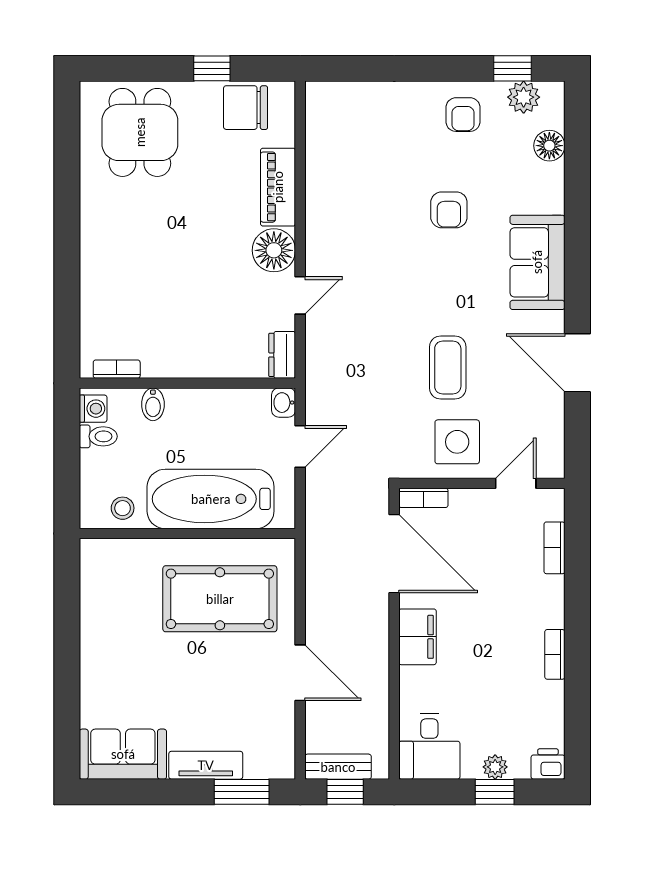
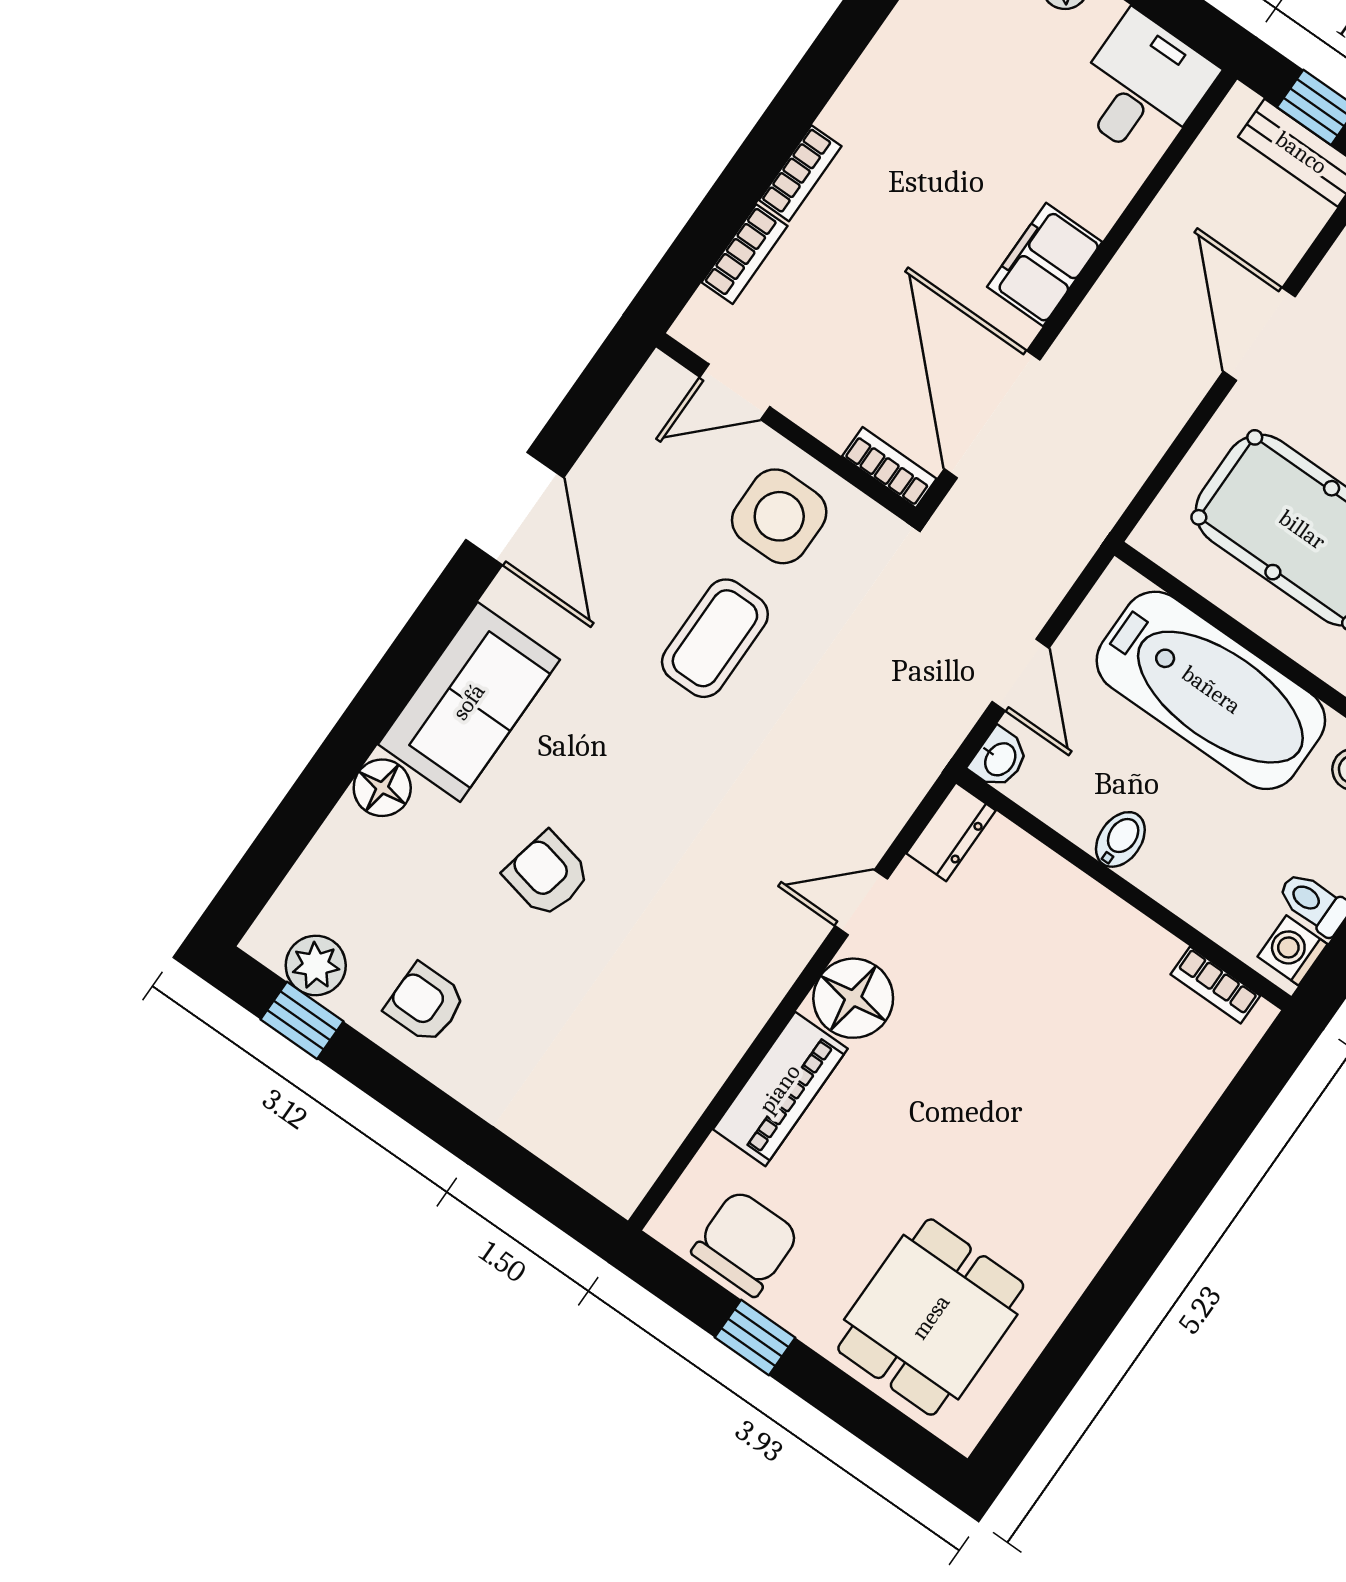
chair: (246, 108) -> (745, 1243), turned -90
armchair: (463, 115) -> (425, 1003), turned -90
floor lamp: (549, 146) -> (382, 788), moved
armchair: (449, 210) -> (547, 875), turned -78
bidet: (153, 404) -> (1120, 839), moved
door: (300, 446) -> (1021, 675), swing flipped
bookcase: (555, 654) -> (800, 173), moved

